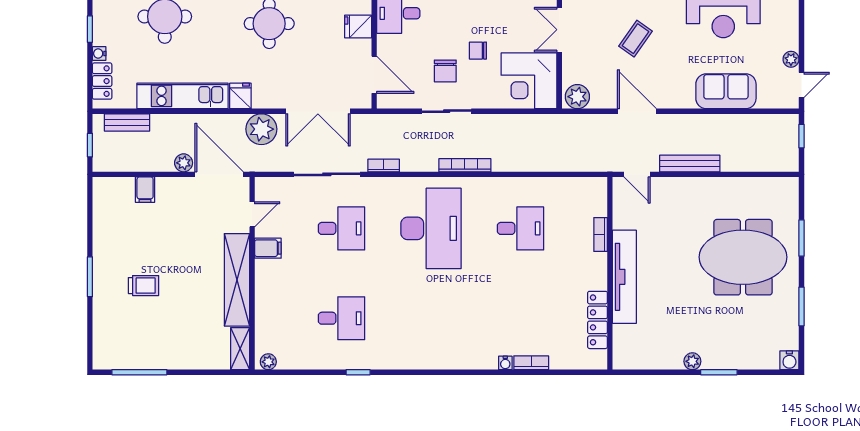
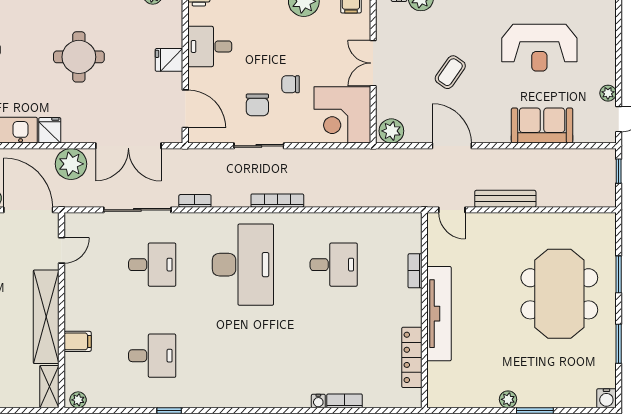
filing cabinet: (268, 248) -> (78, 341), moved
meeting table: (743, 257) -> (559, 294), turned 90

